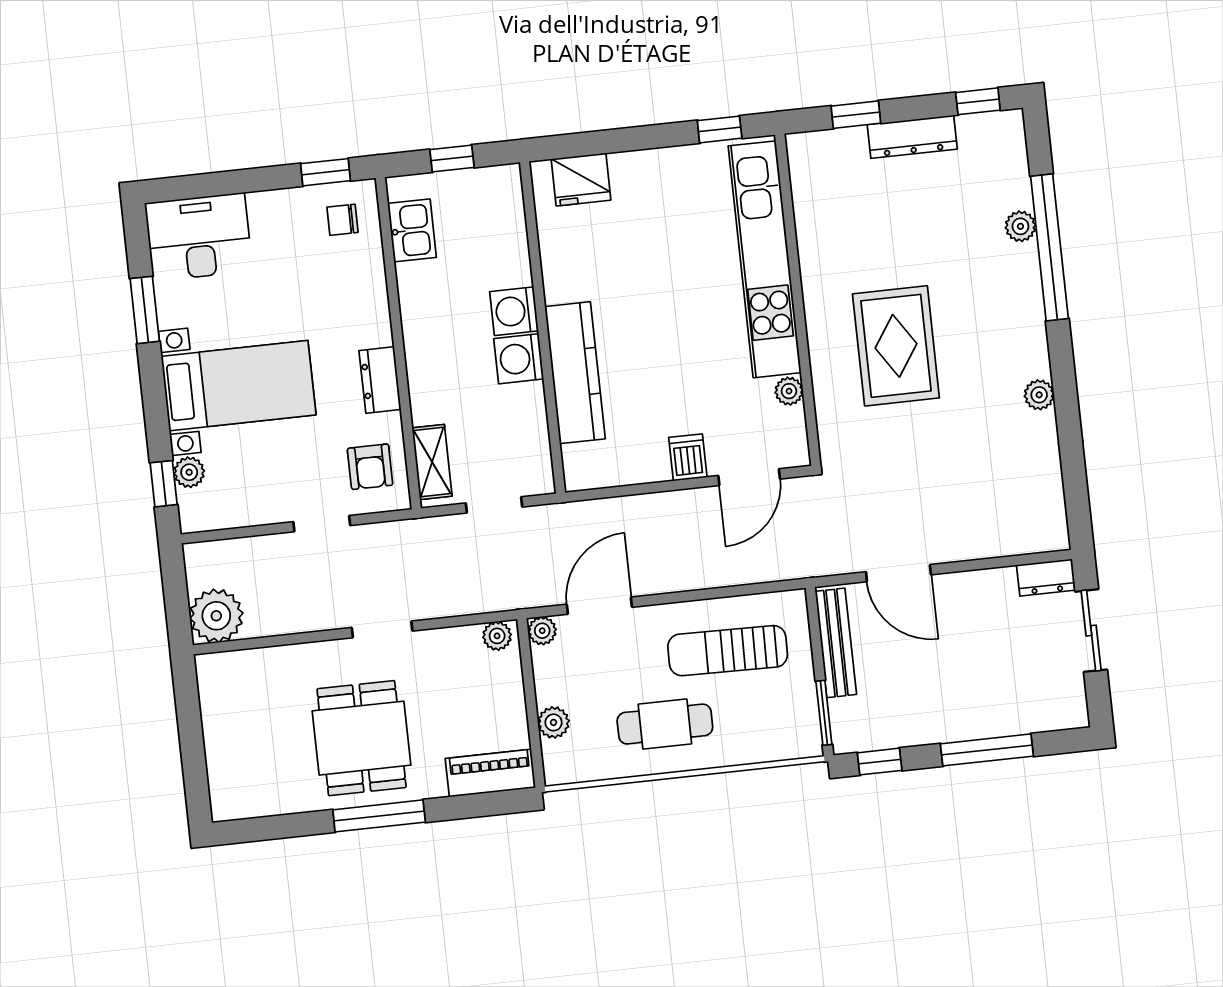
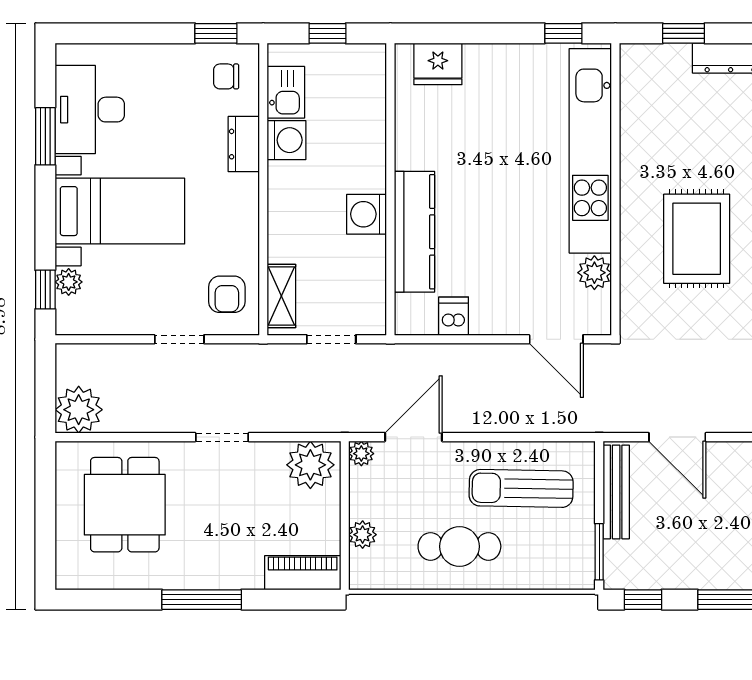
desk: (199, 237) -> (90, 110), moved, turned -90
washing machine: (514, 311) -> (286, 140), moved, turned 180
dresser: (380, 380) -> (244, 144), moved
plant: (789, 391) -> (594, 273), width x1.38, depth x1.38
dishwasher: (688, 457) -> (454, 316), moved
door: (749, 477) -> (556, 339), hinge flipped
plant: (497, 636) -> (310, 465), width x1.87, depth x1.87
dining table: (362, 738) -> (125, 505), moved

